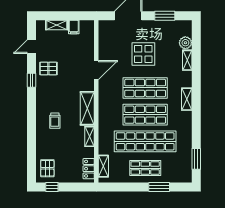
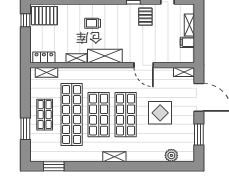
shelving: (187, 60) -> (184, 72), moved
pallet: (47, 168) -> (44, 16), width x1.50, depth x1.42

